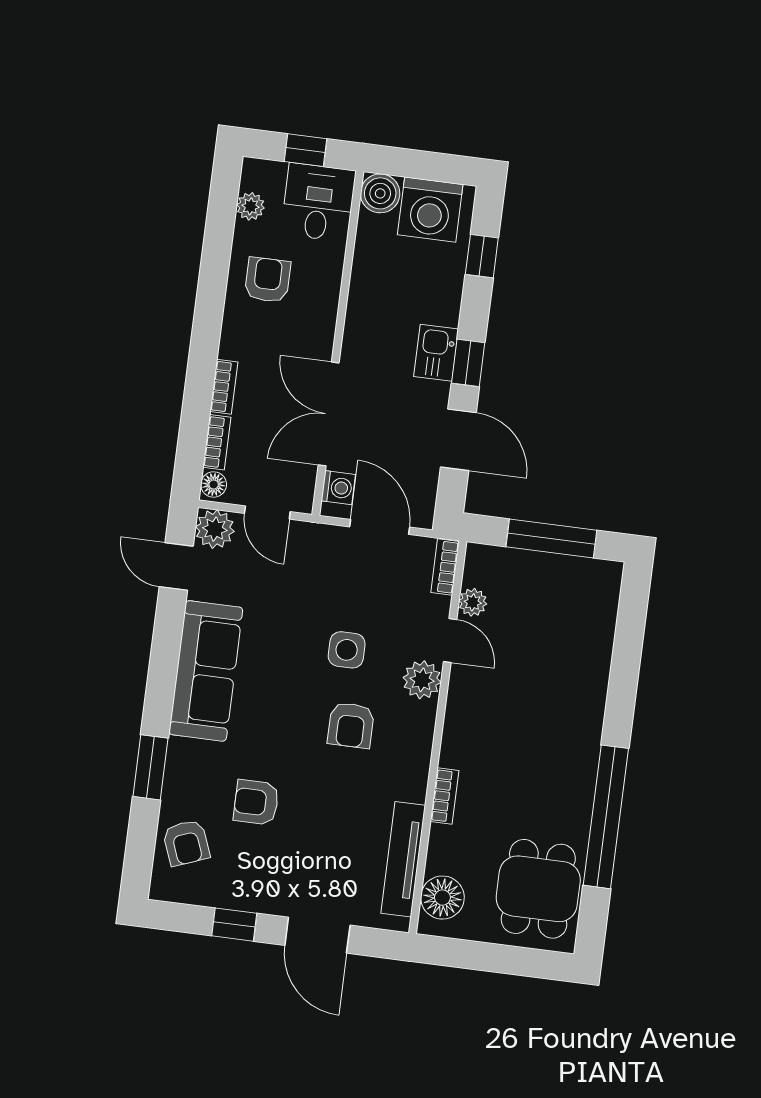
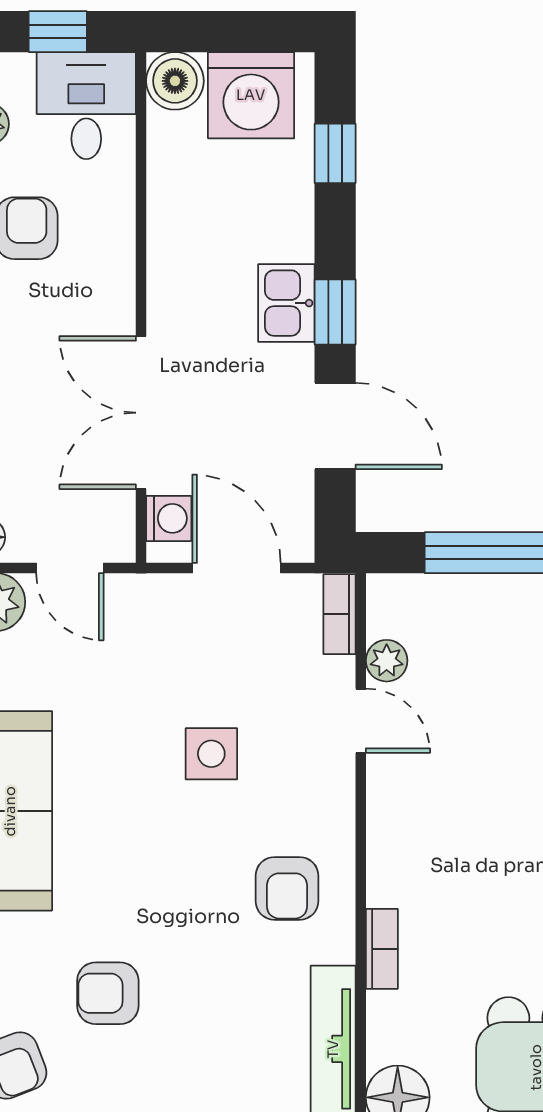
plant: (422, 680) -> (327, 783), removed
armchair: (351, 725) -> (287, 888), moved

